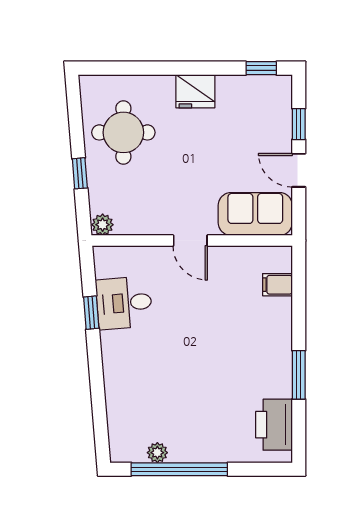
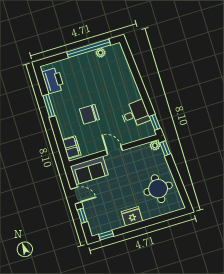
window: (80, 173) -> (165, 148), moved
filing cabinet: (277, 285) -> (72, 147), width x2.00
window: (91, 313) -> (155, 122), moved
chair: (220, 331) -> (89, 114), added

